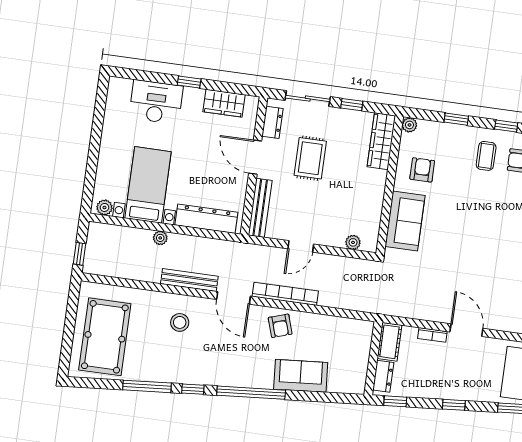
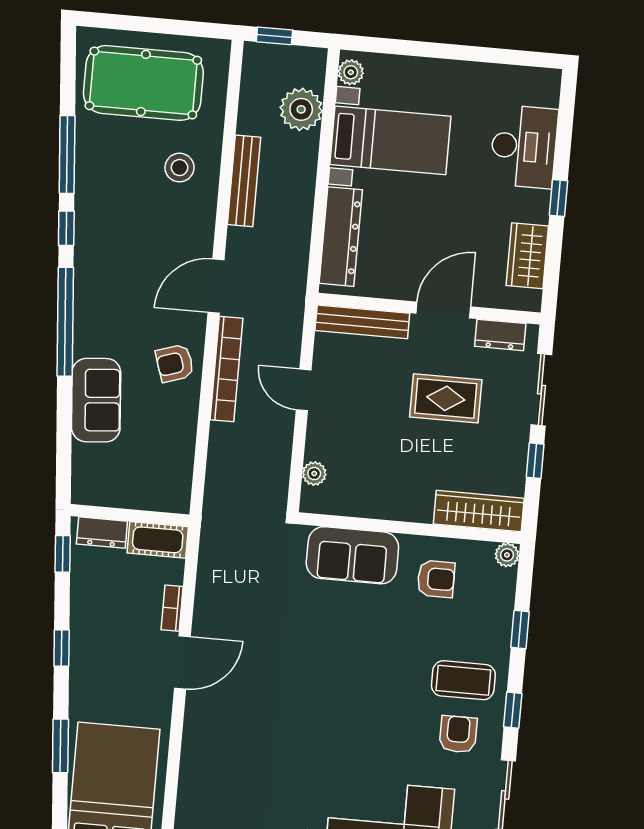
coffee table: (486, 156) -> (463, 680), width x1.36, depth x1.30
plant: (160, 238) -> (301, 109), moved, width x1.87, depth x1.87
bench: (189, 280) -> (244, 181), moved
stool: (180, 322) -> (180, 168), moved

